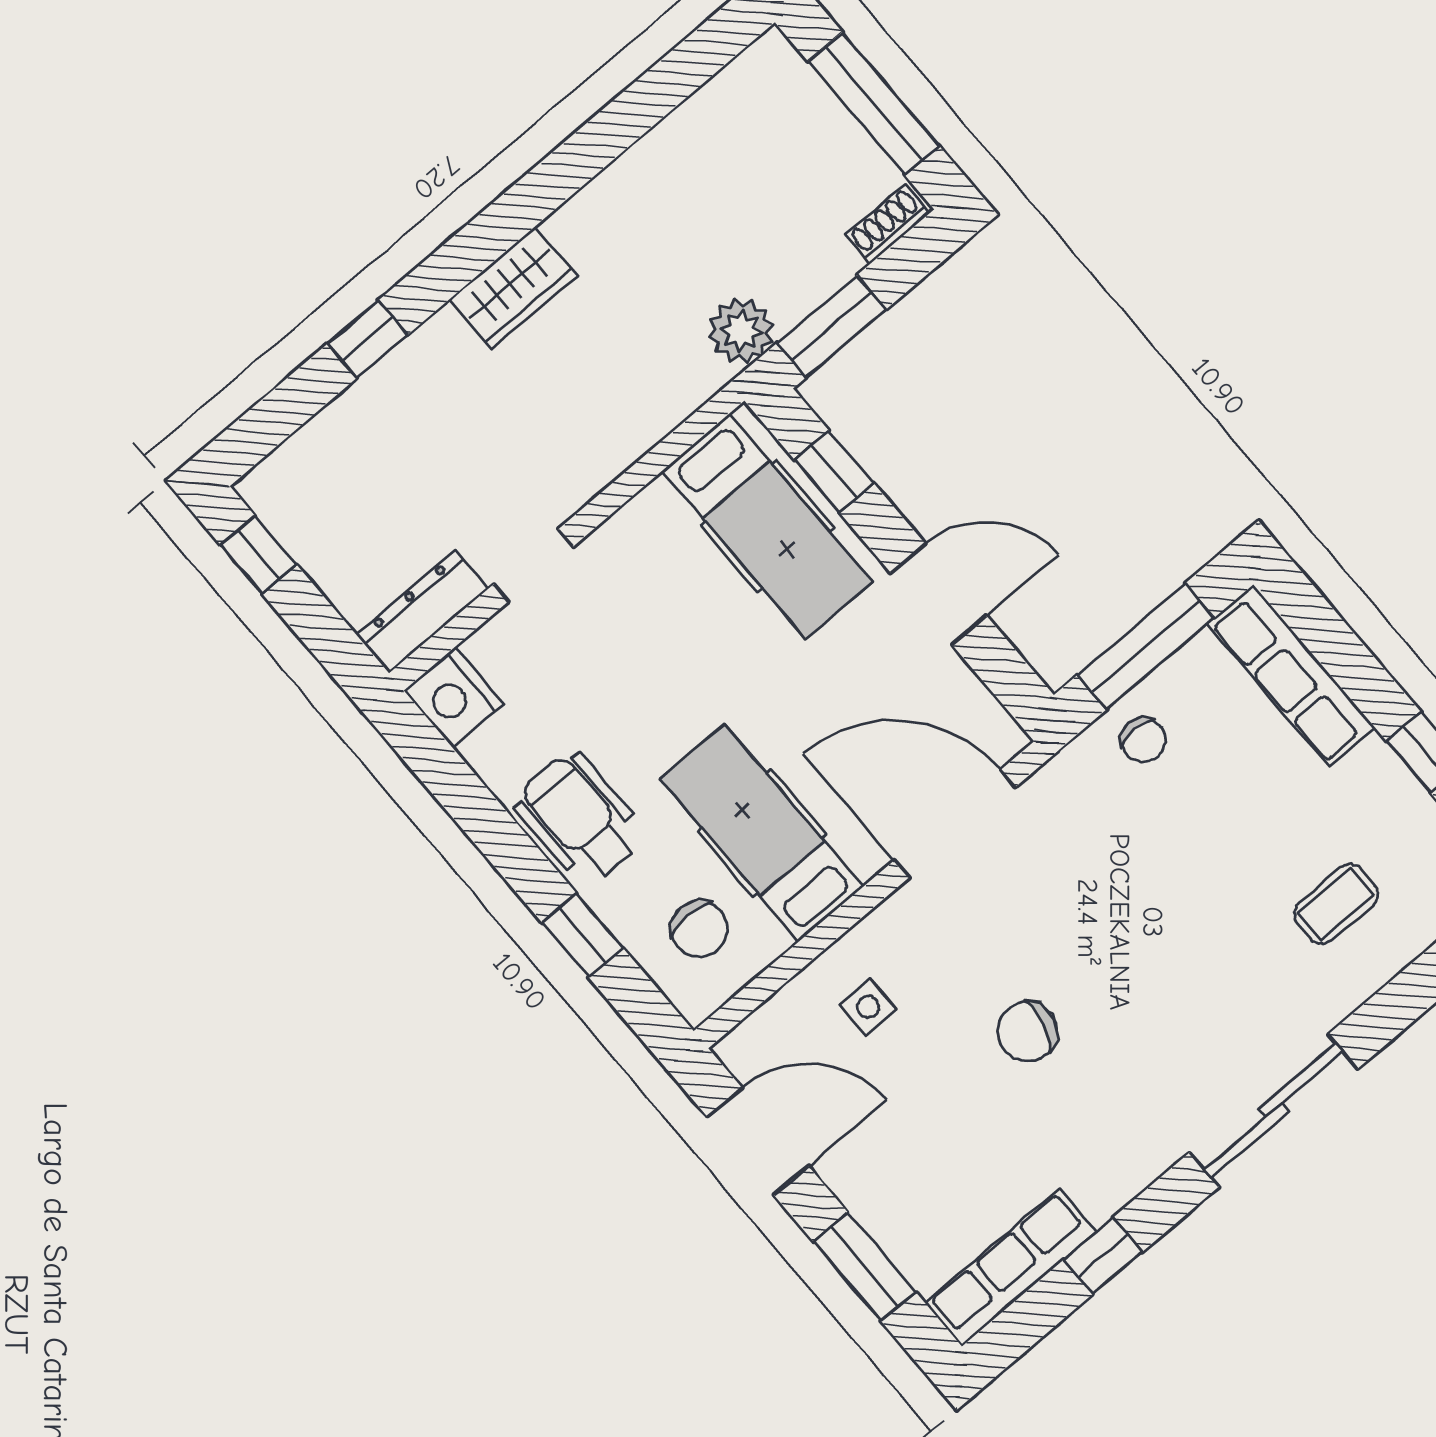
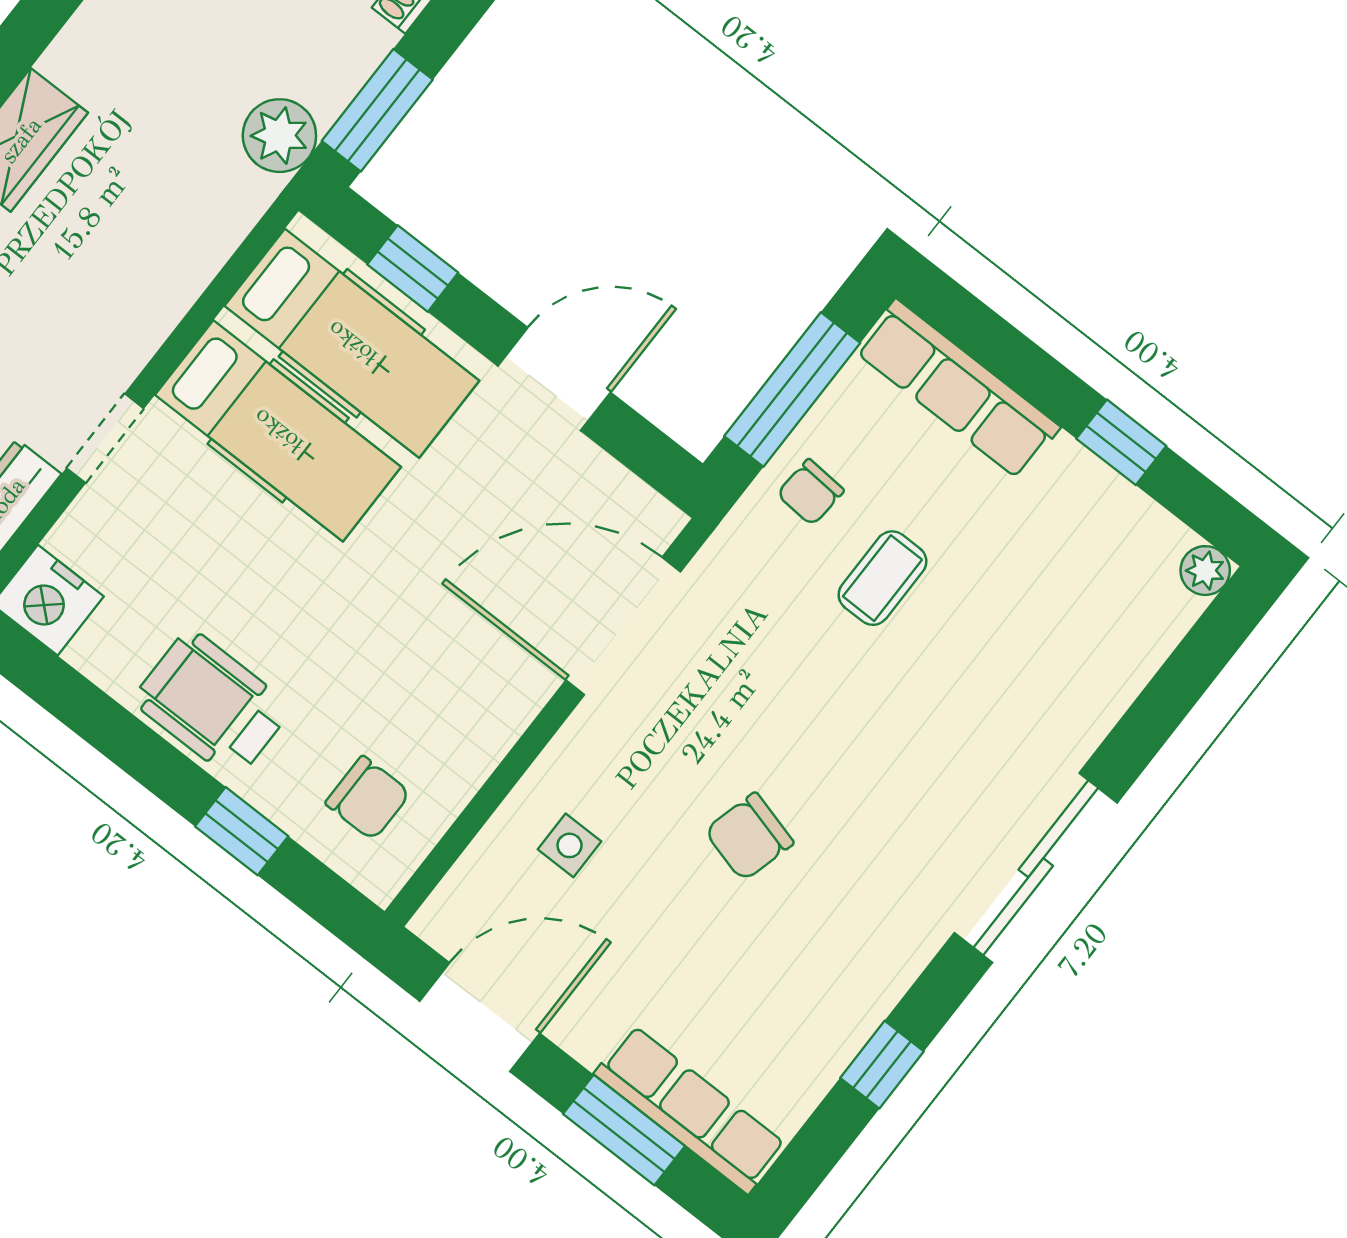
chair: (1143, 740) -> (810, 492), turned 94
hospital bed: (762, 833) -> (278, 431), moved, turned 180
coffee table: (1336, 904) -> (882, 578), moved
row of seats: (1011, 1267) -> (690, 1109), moved, turned 90

